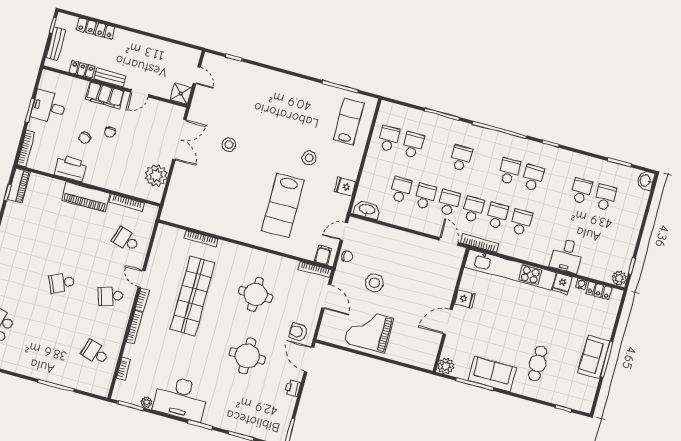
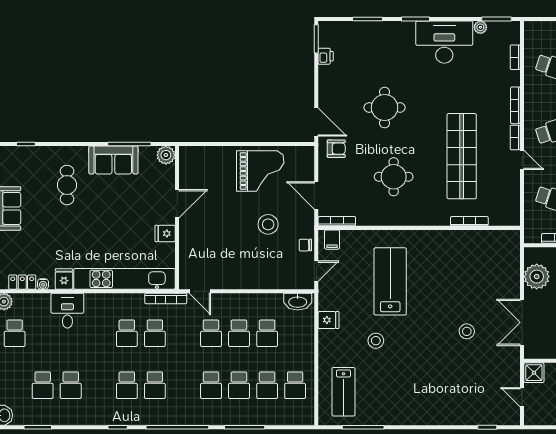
school desk: (473, 209) -> (239, 385), moved
school desk: (617, 248) -> (15, 333), added
printer: (293, 388) -> (326, 56), moved

